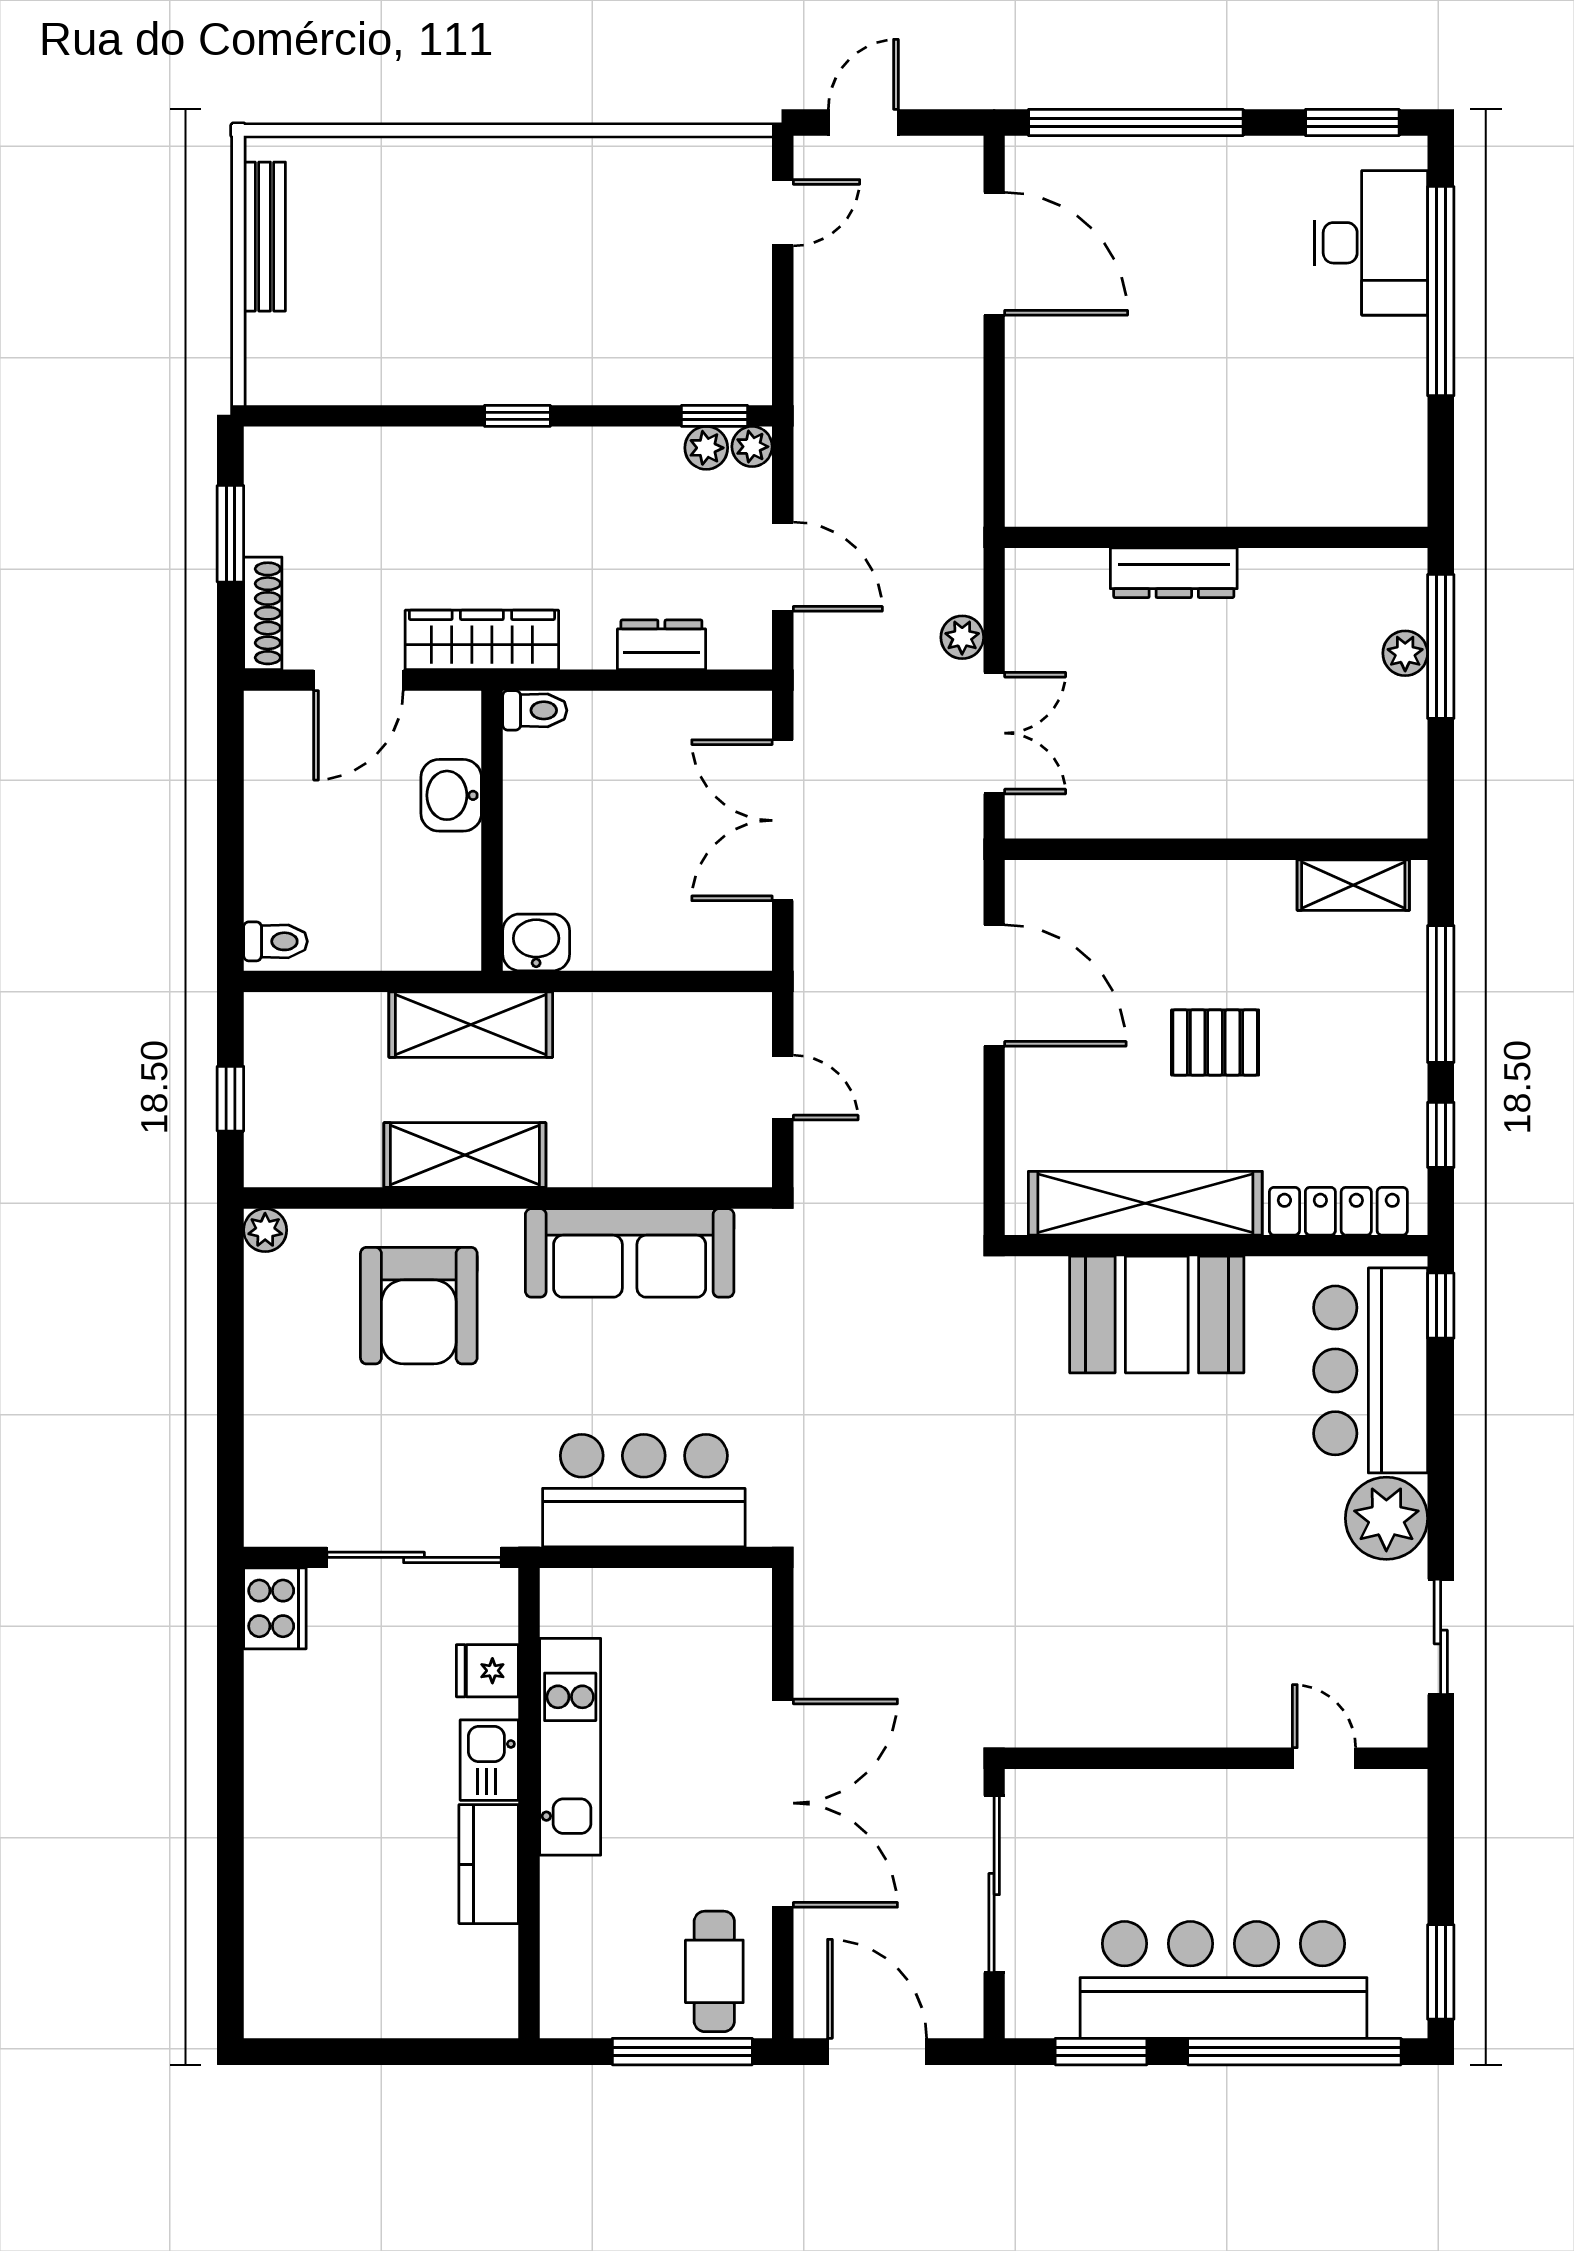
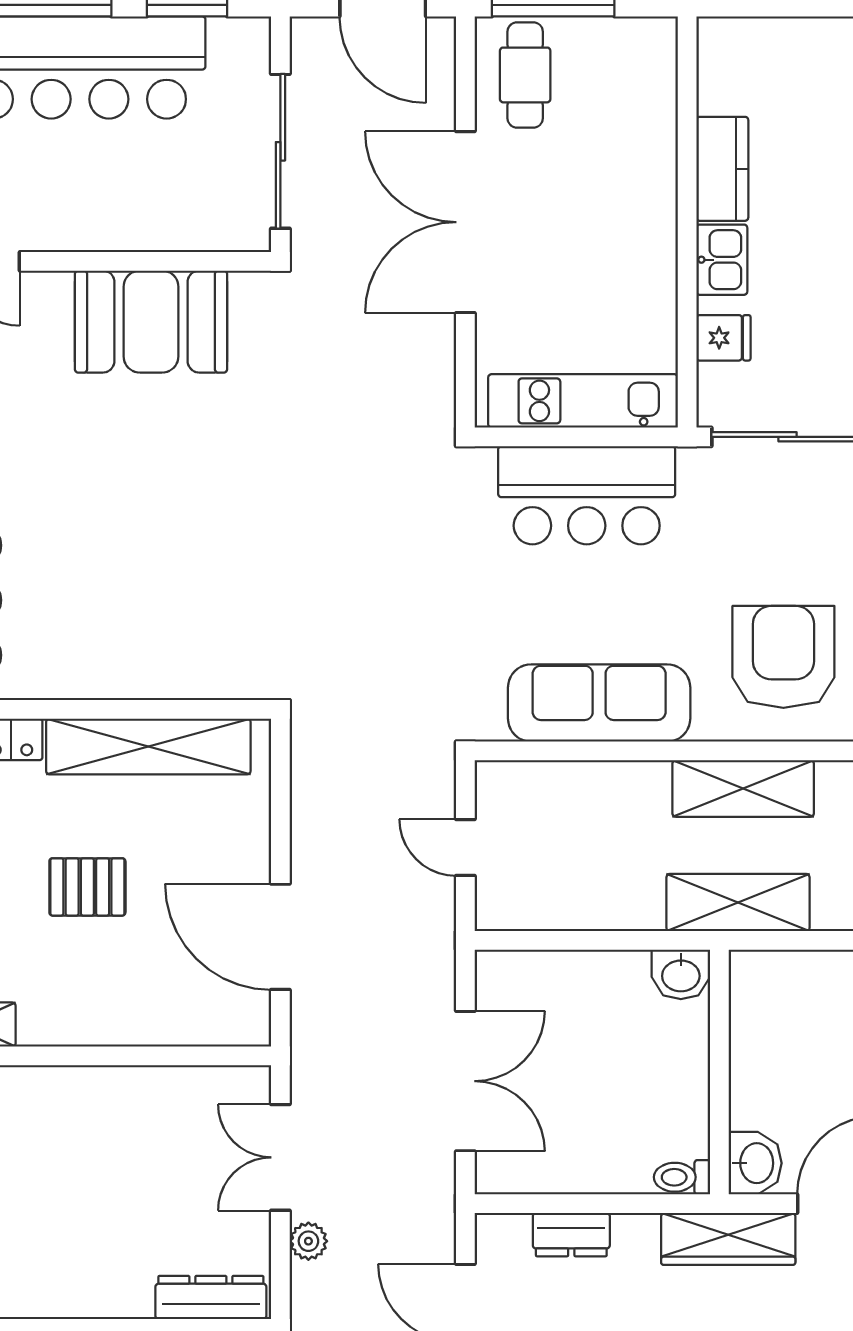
dresser: (1174, 573) -> (211, 1298), moved
washbasin: (451, 795) -> (755, 1163), moved
booth: (1157, 1315) -> (151, 322), moved
kitchen unit: (570, 1747) -> (583, 401), moved, turned 90

